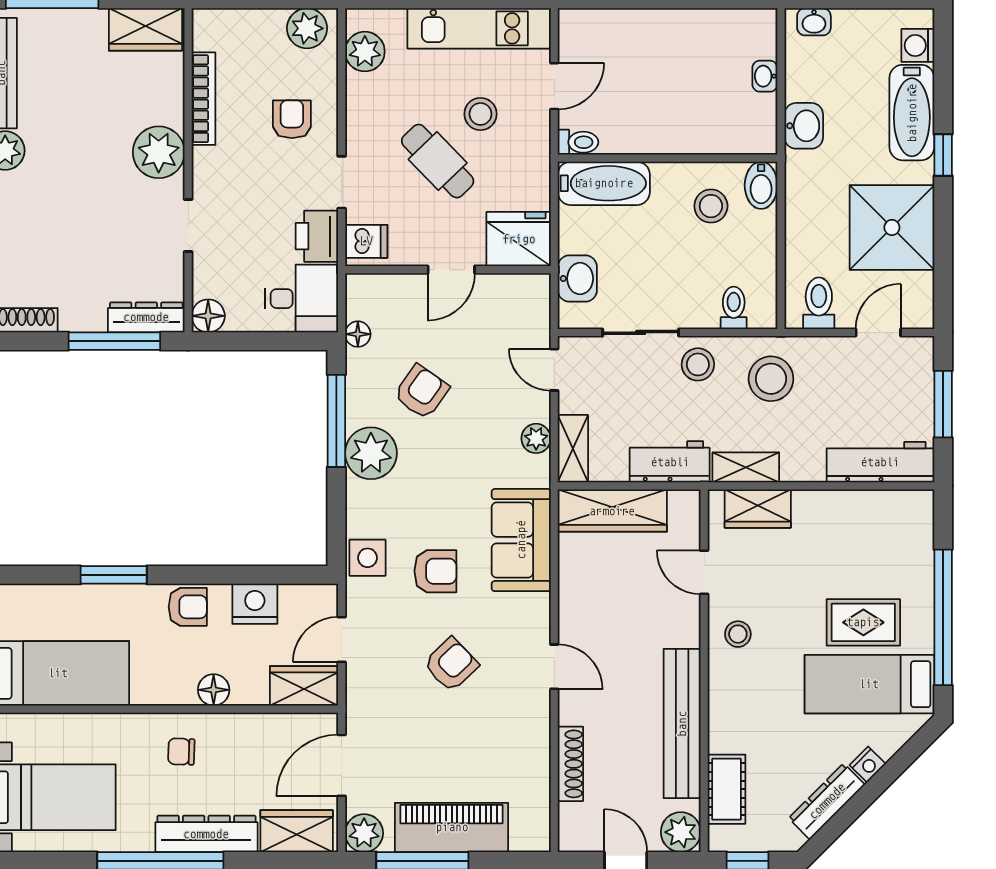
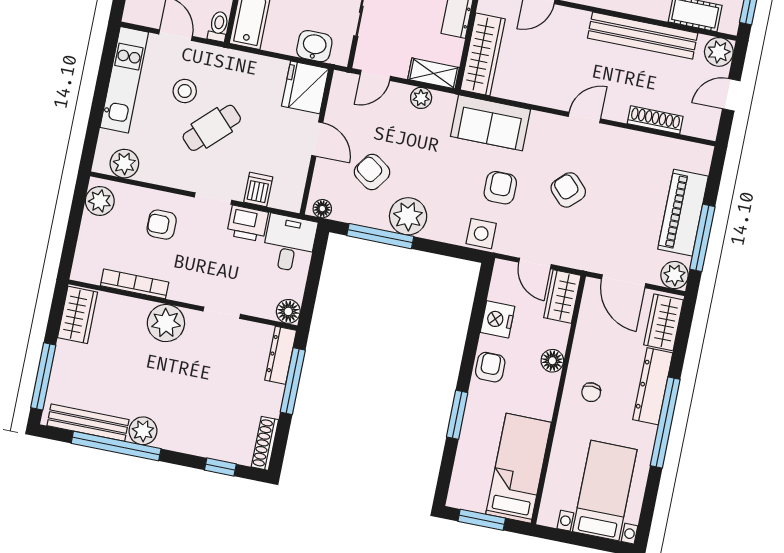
fridge: (519, 239) -> (305, 87), moved
wall: (448, 270) -> (317, 141), moved
door: (451, 270) -> (317, 139), moved

